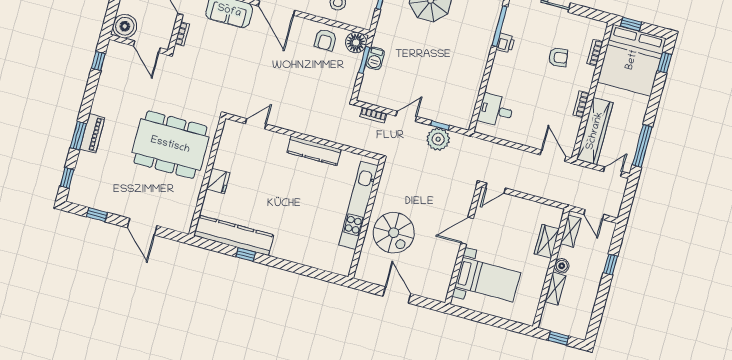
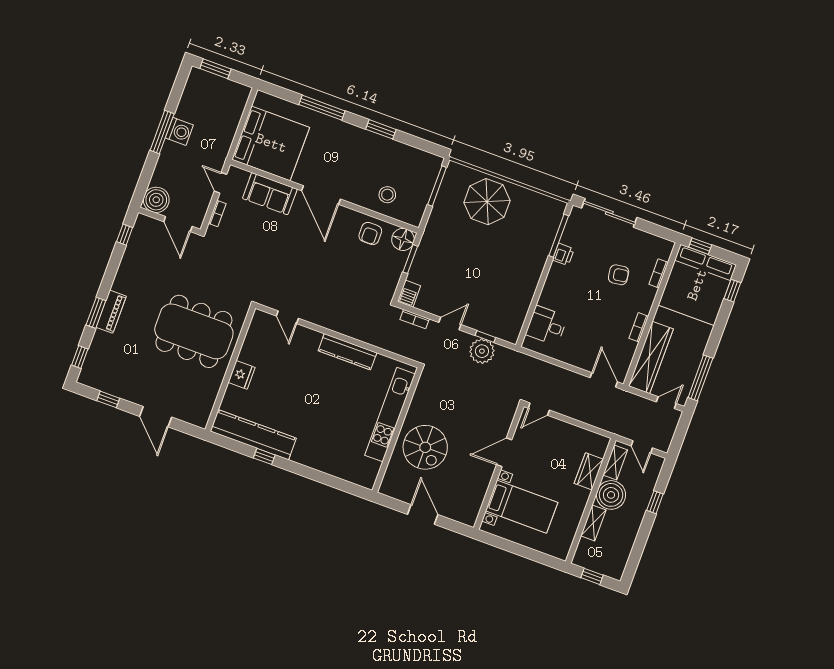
barbecue: (375, 58) -> (409, 294), moved
door: (256, 124) -> (287, 317), swing flipped
boiler: (562, 266) -> (611, 495), width x1.86, depth x1.86

